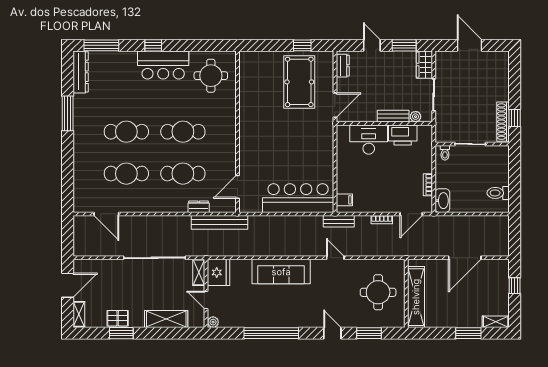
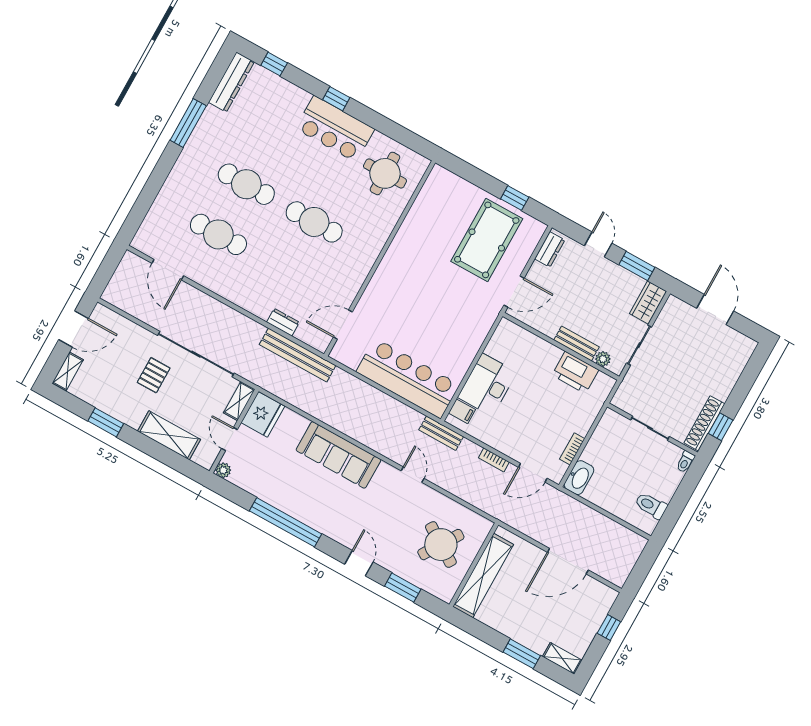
window: (101, 45) -> (274, 64), width x0.46
desk: (369, 140) -> (487, 385), moved, turned -90
toilet: (445, 153) -> (685, 462), moved
cafe table: (183, 174) -> (286, 272), removed
round table: (378, 292) -> (441, 545), turned 33
pallet: (118, 318) -> (154, 375), moved, turned 90

